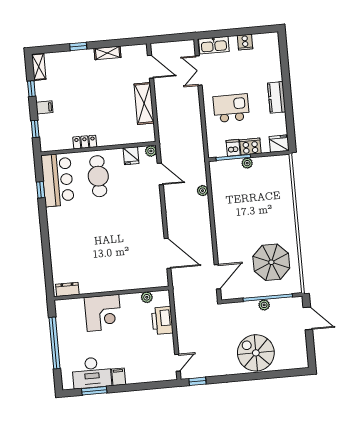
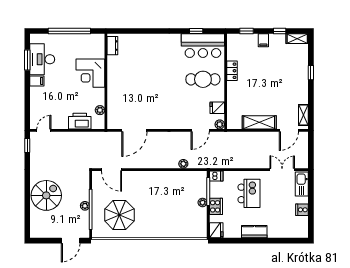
shelving: (108, 53) -> (303, 115), moved
dishwasher: (233, 148) -> (216, 176), moved
door: (177, 363) -> (44, 130), swing flipped

